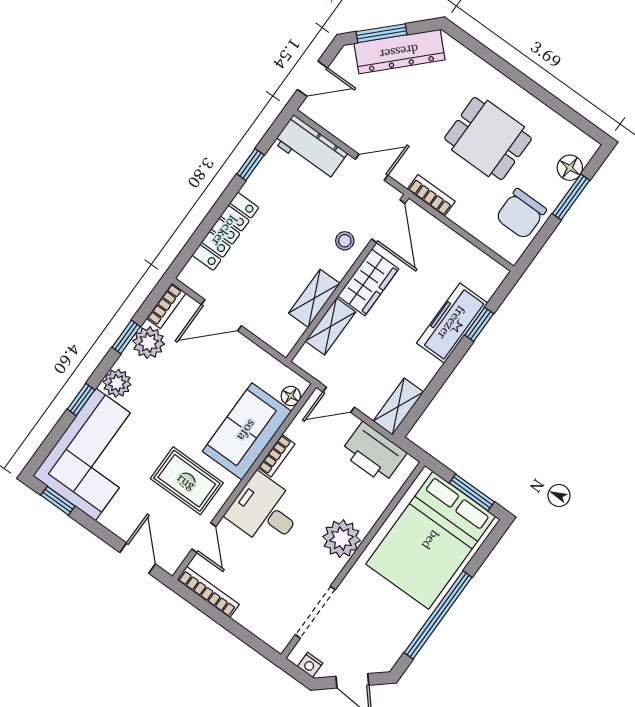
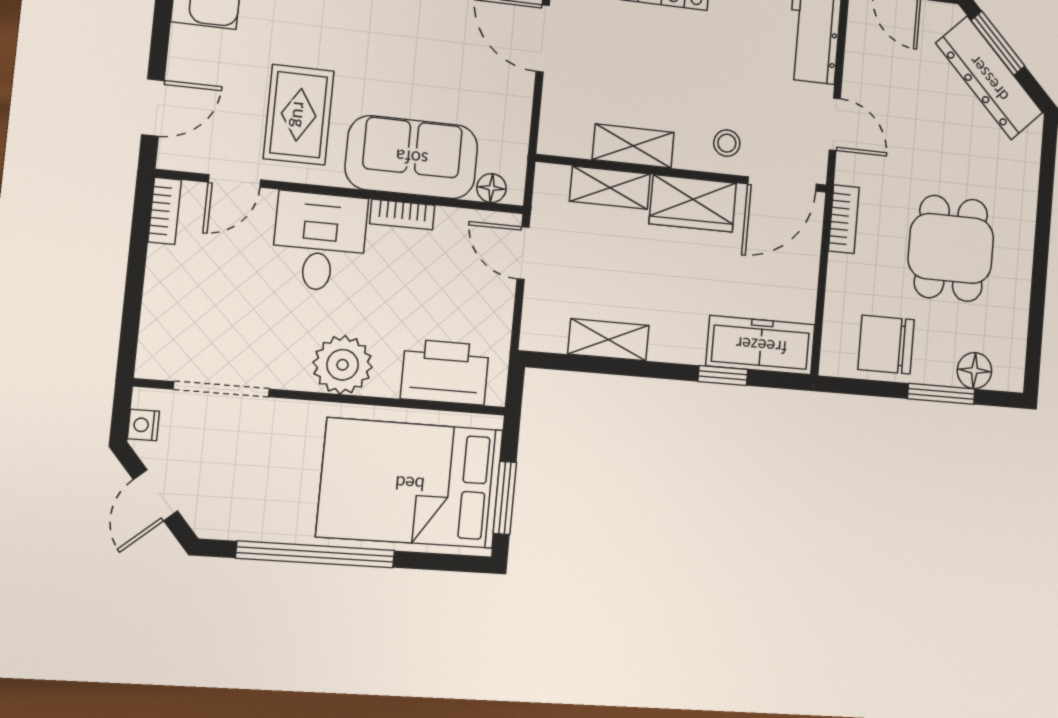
freezer: (452, 323) -> (761, 345), moved
shelving: (398, 407) -> (608, 340), moved
printer: (374, 453) -> (445, 372), moved, turned 90
bookcase: (208, 592) -> (165, 211), width x0.64

